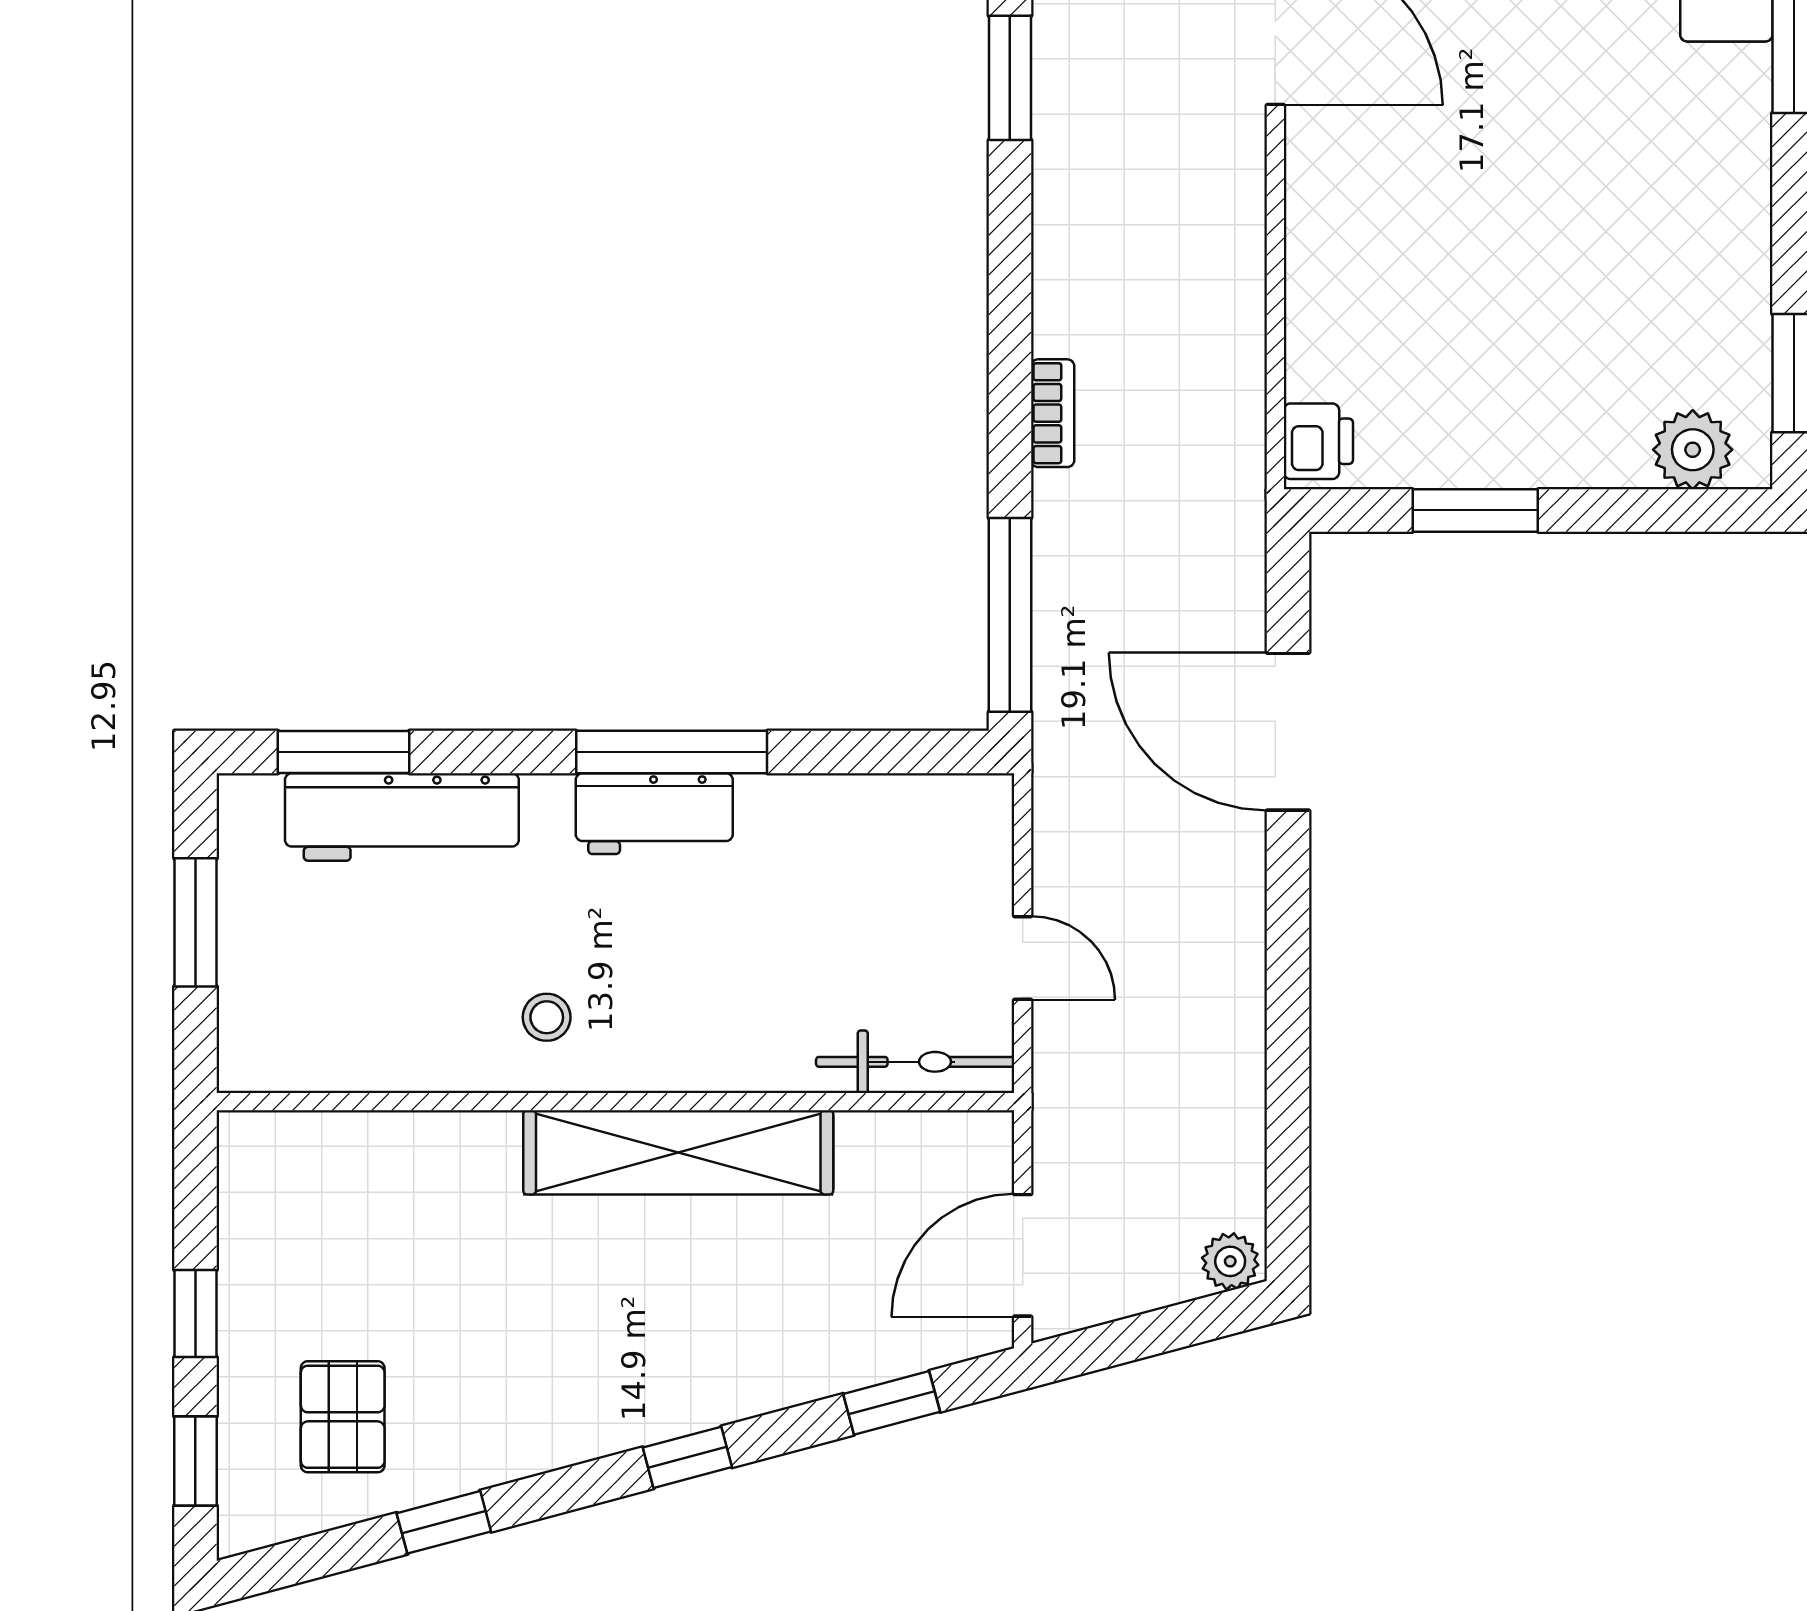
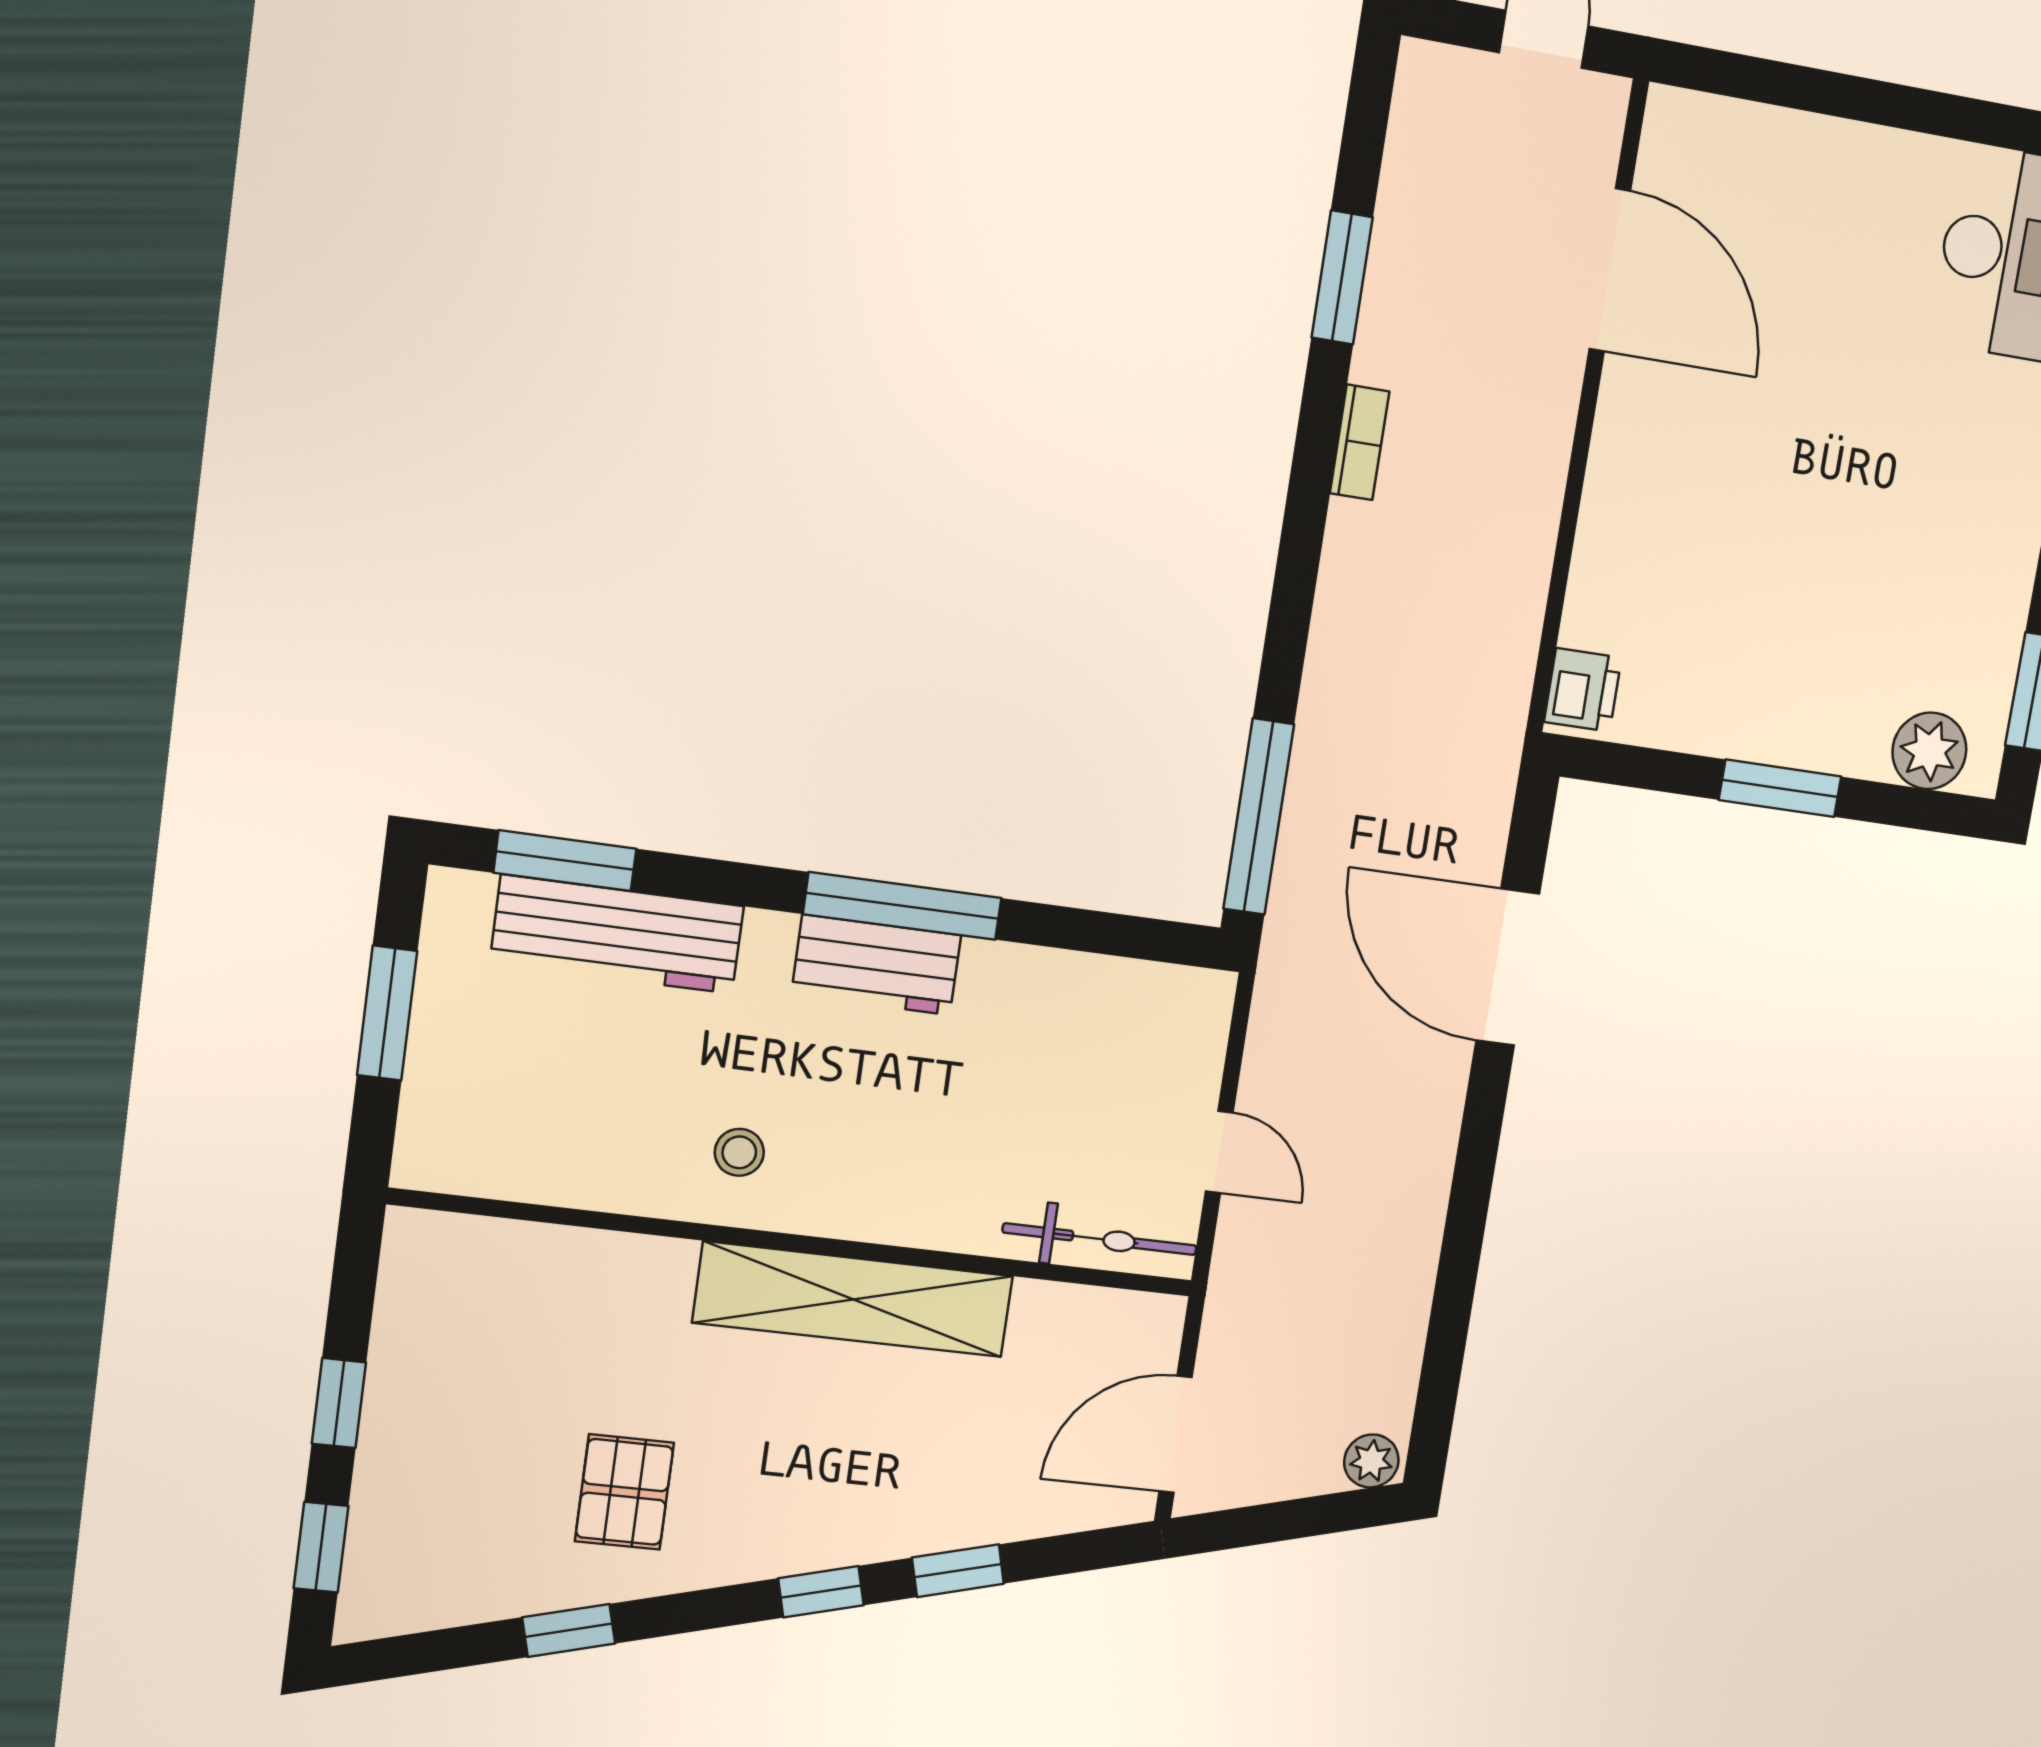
bookcase: (1053, 413) -> (1360, 442), moved
window: (1475, 510) -> (1780, 788), moved
window: (892, 1403) -> (958, 1571), moved
pallet: (343, 1417) -> (624, 1492), moved

